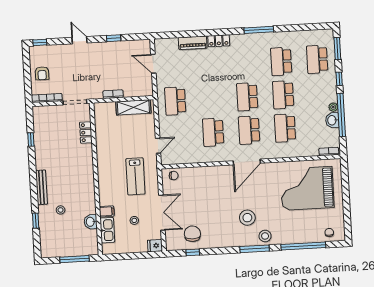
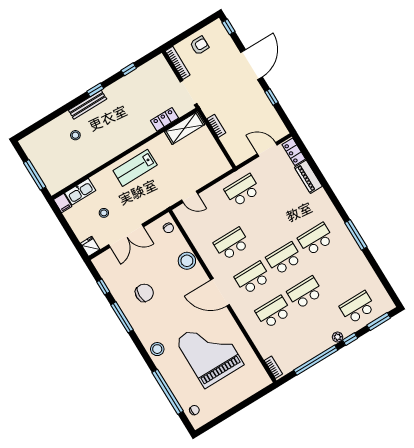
door: (79, 40) -> (252, 65), width x1.87
locker: (219, 41) -> (294, 152), moved
school desk: (281, 61) -> (316, 239), moved
door: (153, 64) -> (267, 149), hinge flipped
armchair: (42, 73) -> (199, 45), turned 180
shelving: (133, 107) -> (185, 128), moved, turned 90
plant: (333, 107) -> (338, 337), moved
washbasin: (332, 120) -> (306, 354), removed
lab bench: (135, 176) -> (135, 168), moved
grand piano: (307, 188) -> (210, 352), moved
filing cabinet: (107, 211) -> (63, 203), moved
stool: (247, 218) -> (187, 261), moved
window: (36, 221) -> (95, 90), moved
washbasin: (91, 222) -> (80, 171), removed
chair: (192, 234) -> (144, 293), moved
window: (255, 249) -> (122, 317), moved

